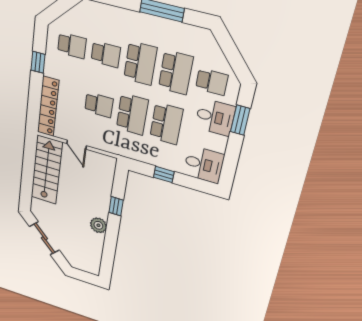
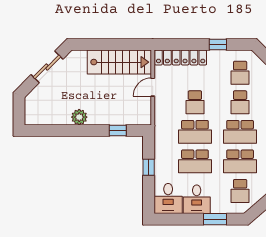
desk: (215, 117) -> (197, 199), moved
window: (116, 206) -> (118, 130), moved

